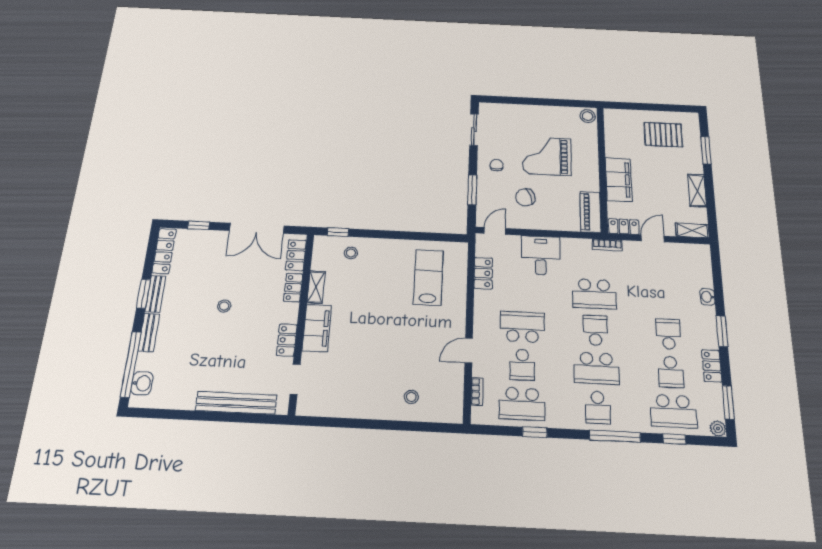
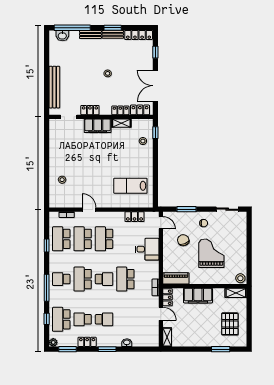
shelving: (697, 191) -> (236, 293), moved
lab bench: (428, 277) -> (130, 186), turned 180
school desk: (522, 327) -> (104, 239), turned 180
school desk: (522, 365) -> (83, 239), width x1.85

